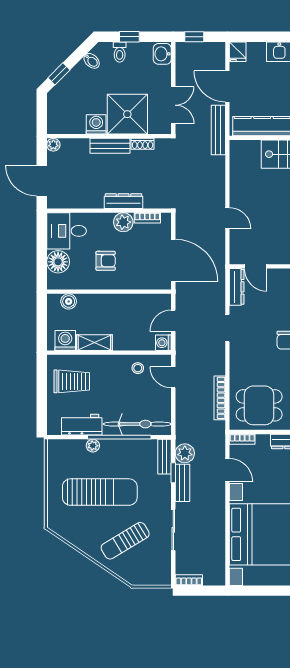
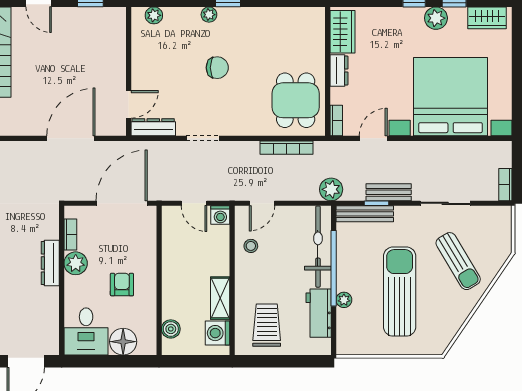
door: (227, 218) -> (71, 138), width x1.88
plant: (185, 453) -> (331, 189), moved
bench: (165, 457) -> (365, 214), width x1.36

